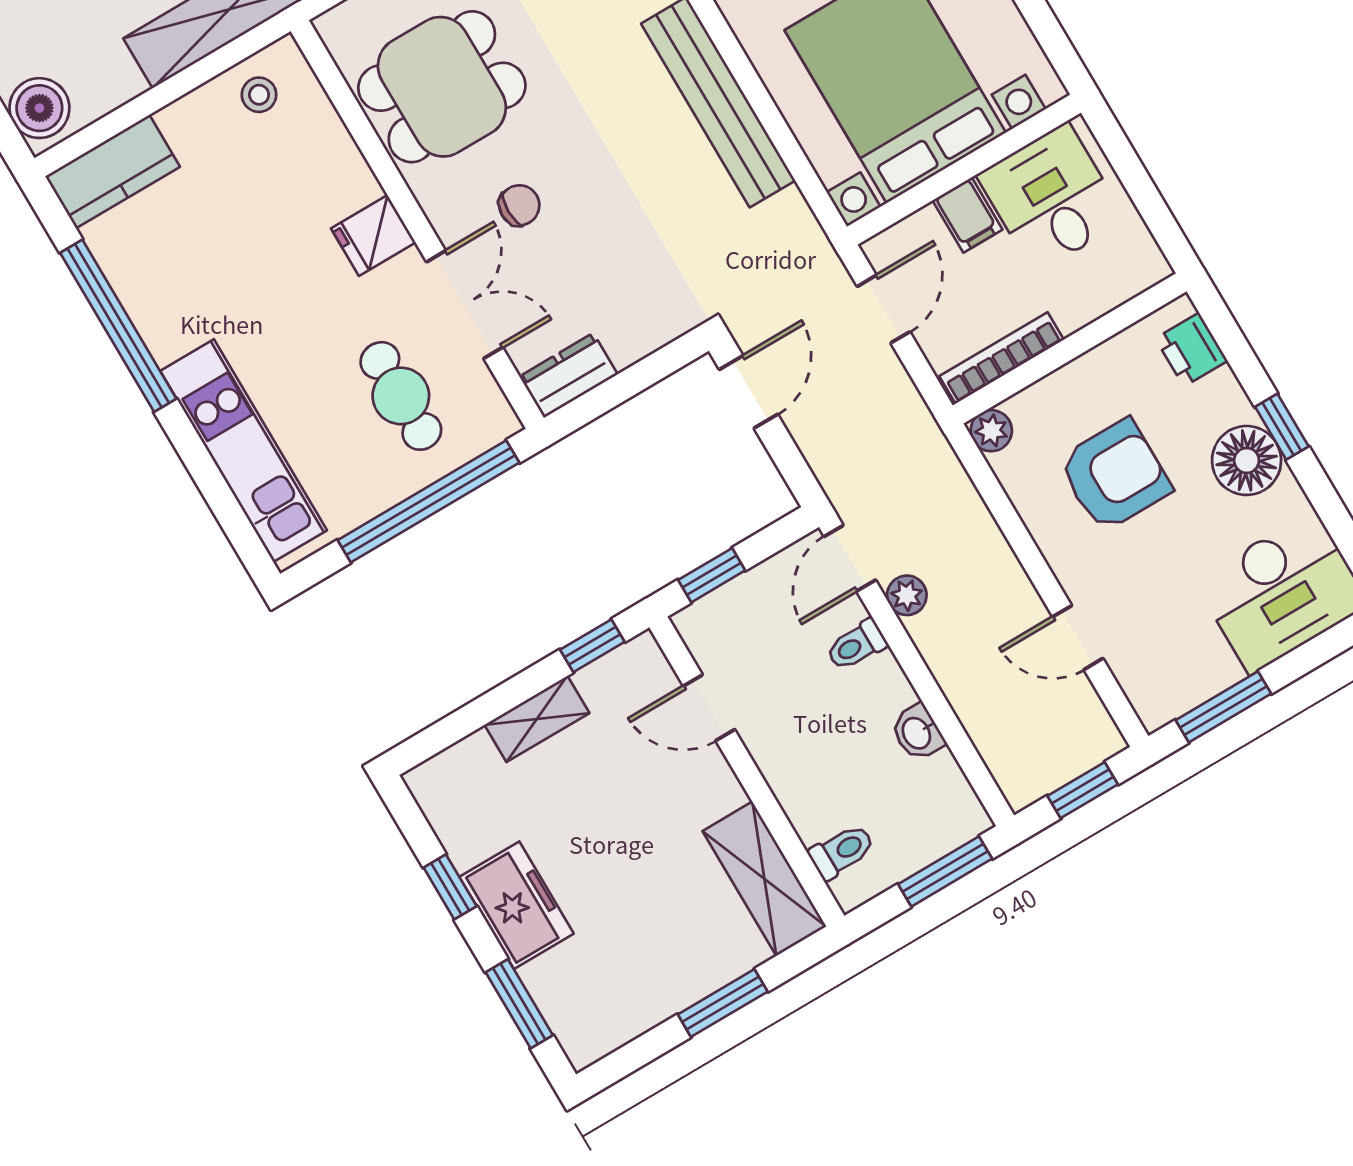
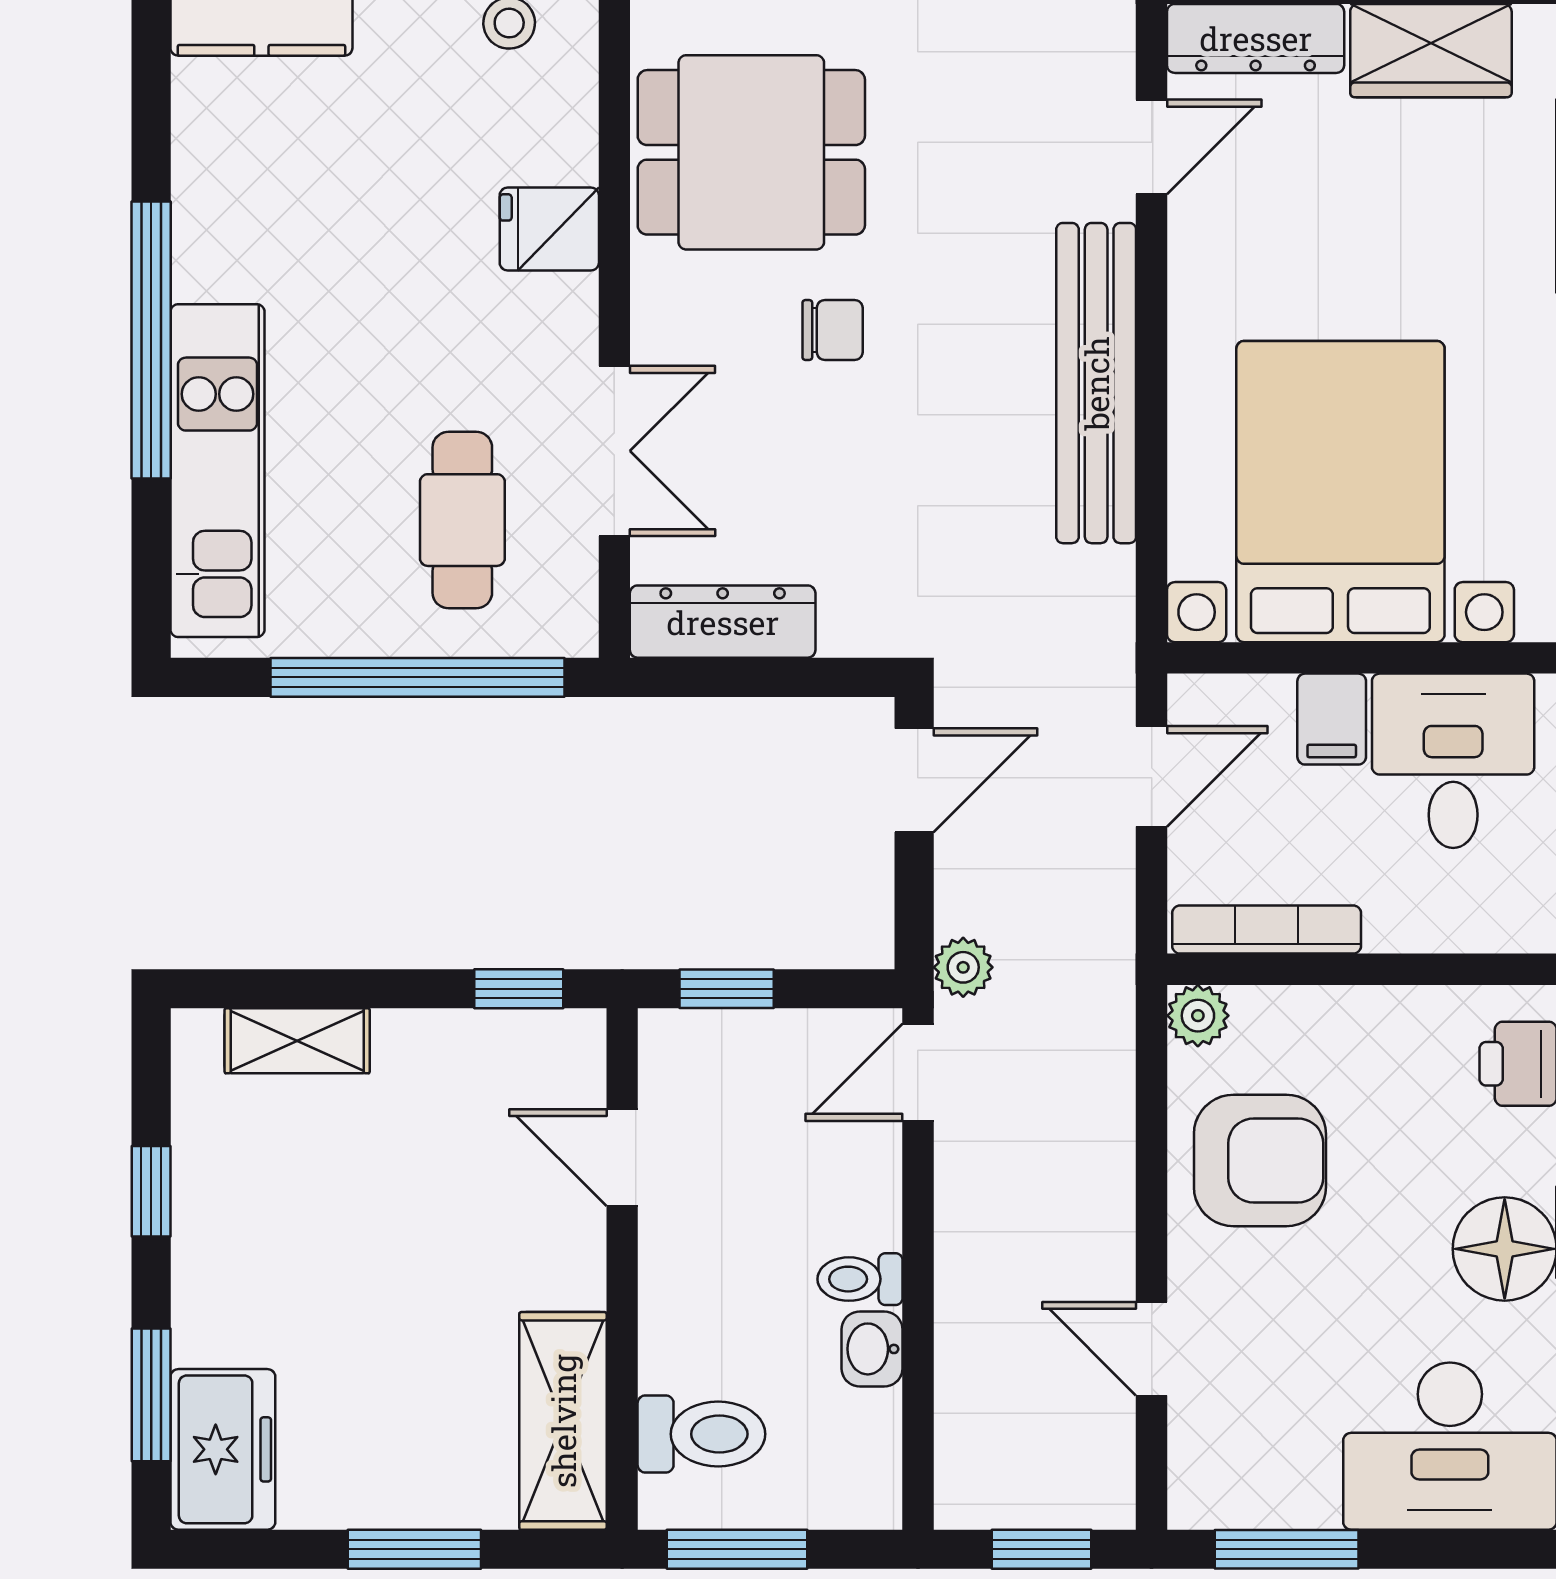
chair: (519, 205) -> (833, 330), moved
fridge: (373, 235) -> (549, 229), moved
window: (118, 326) -> (151, 340), moved
dresser: (569, 375) -> (723, 622), width x1.44
armchair: (1115, 475) -> (1260, 1160), moved
plant: (907, 595) -> (963, 967), moved
toilet: (856, 645) -> (860, 1279), moved
shelving: (537, 719) -> (297, 1041), moved
toilet: (842, 851) -> (701, 1434), width x1.37, depth x1.39
window: (945, 871) -> (737, 1549), moved
freezer: (517, 905) -> (223, 1449), moved

